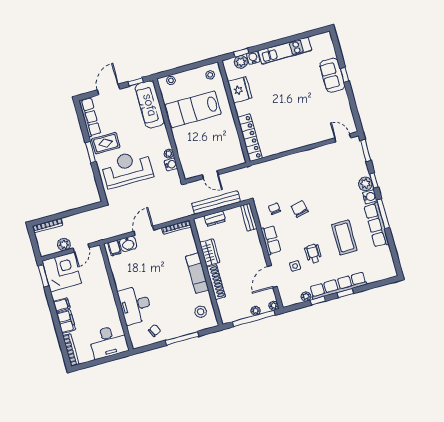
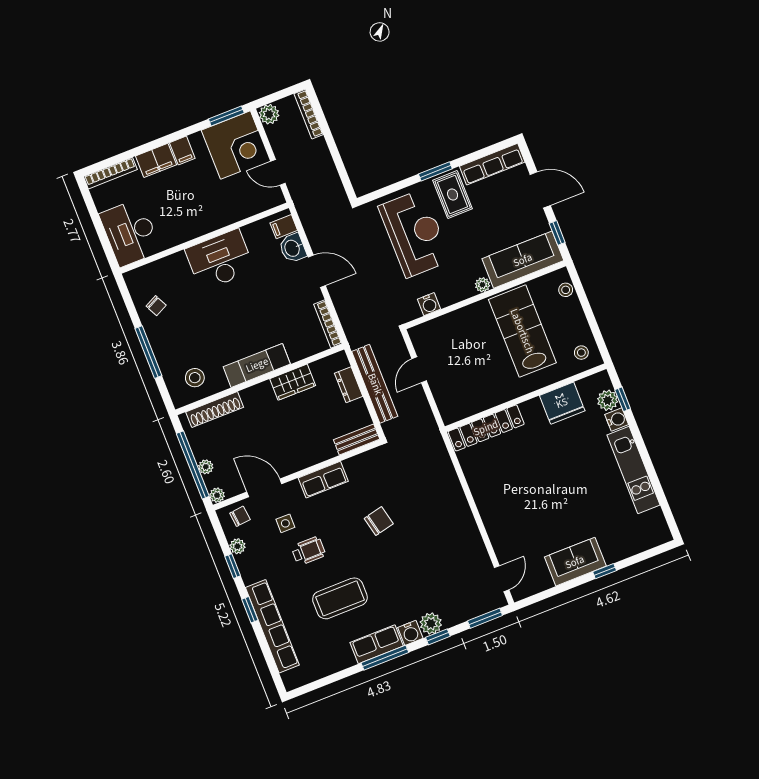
sofa: (332, 75) -> (575, 562), moved
plant: (169, 154) -> (482, 285), moved
chair: (274, 209) -> (240, 516), moved
row of seats: (376, 225) -> (377, 644), width x0.68
plant: (64, 244) -> (269, 114), moved
shoe rack: (216, 282) -> (215, 410), moved
row of seats: (338, 286) -> (272, 626), moved
desk: (135, 305) -> (220, 260), moved

